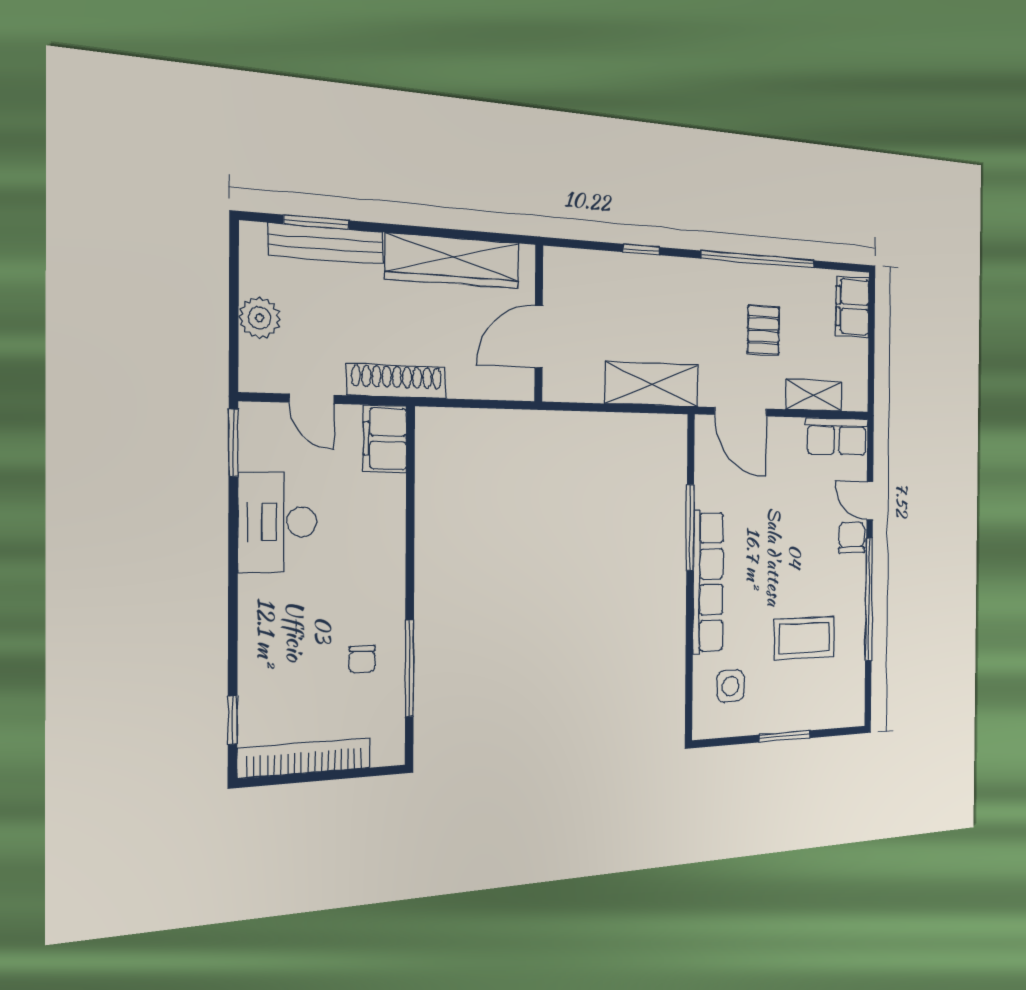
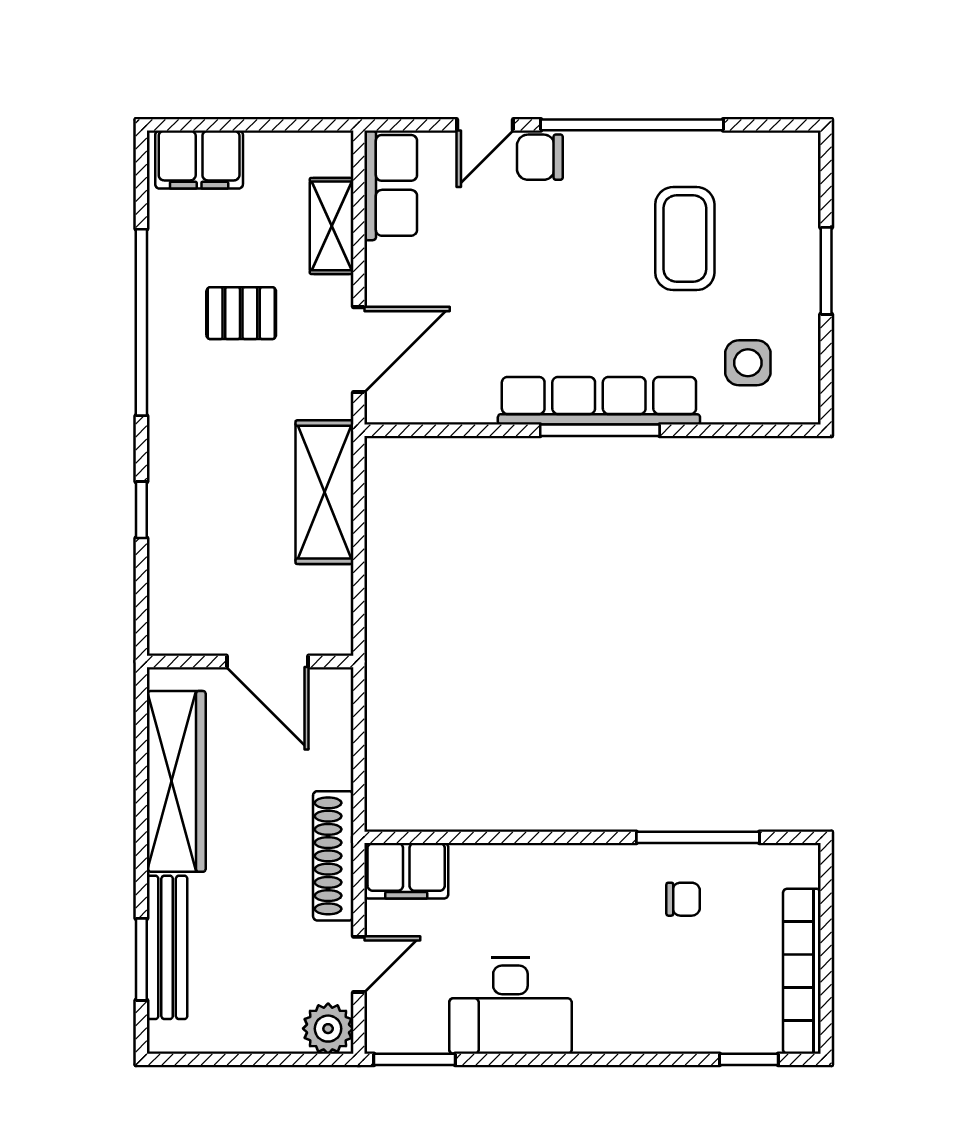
plant: (260, 318) -> (328, 1029), moved
window: (690, 528) -> (600, 430), moved

